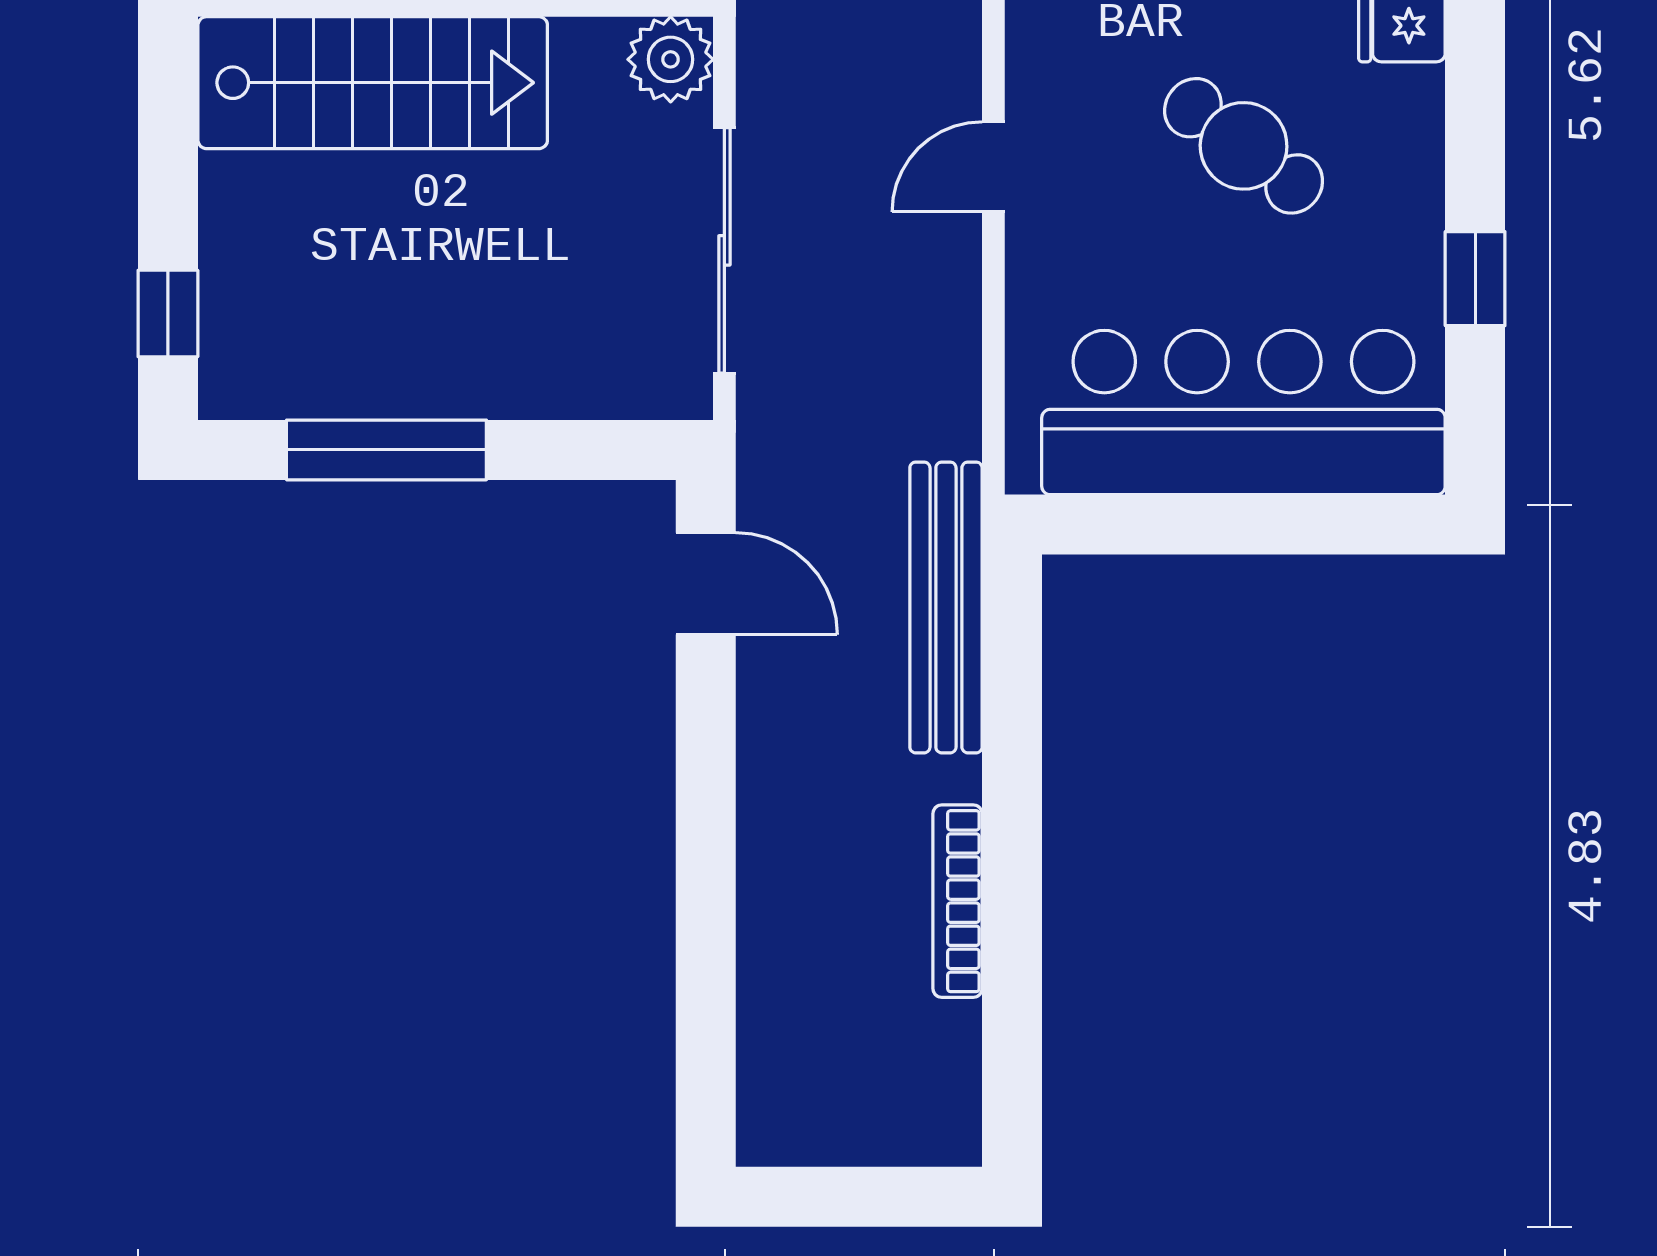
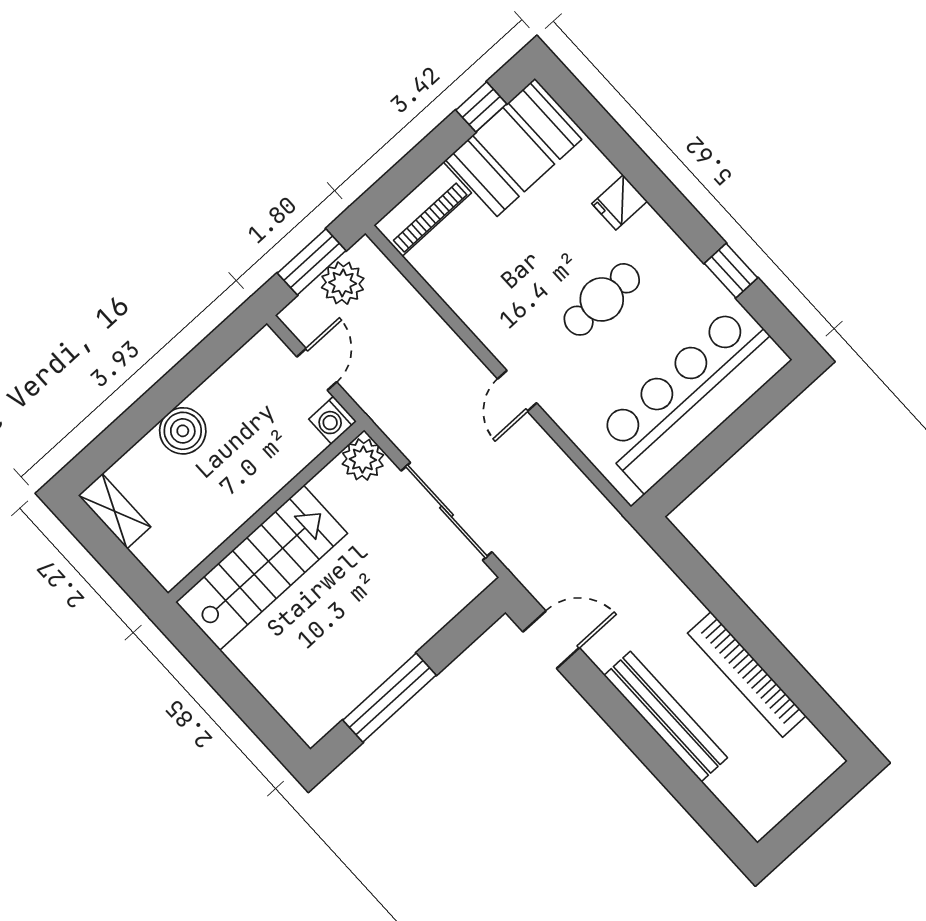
cafe table: (1244, 146) -> (602, 299), turned -37
window: (168, 313) -> (264, 721), removed
bench: (946, 607) -> (666, 717), moved
bookcase: (958, 901) -> (747, 674), width x1.48, depth x1.31

